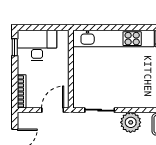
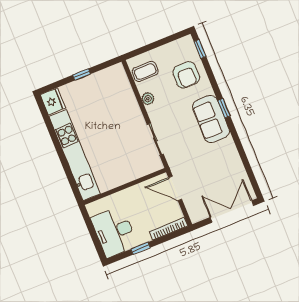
window: (15, 47) -> (141, 248), moved
plant: (131, 122) -> (148, 99), width x0.53, depth x0.53

